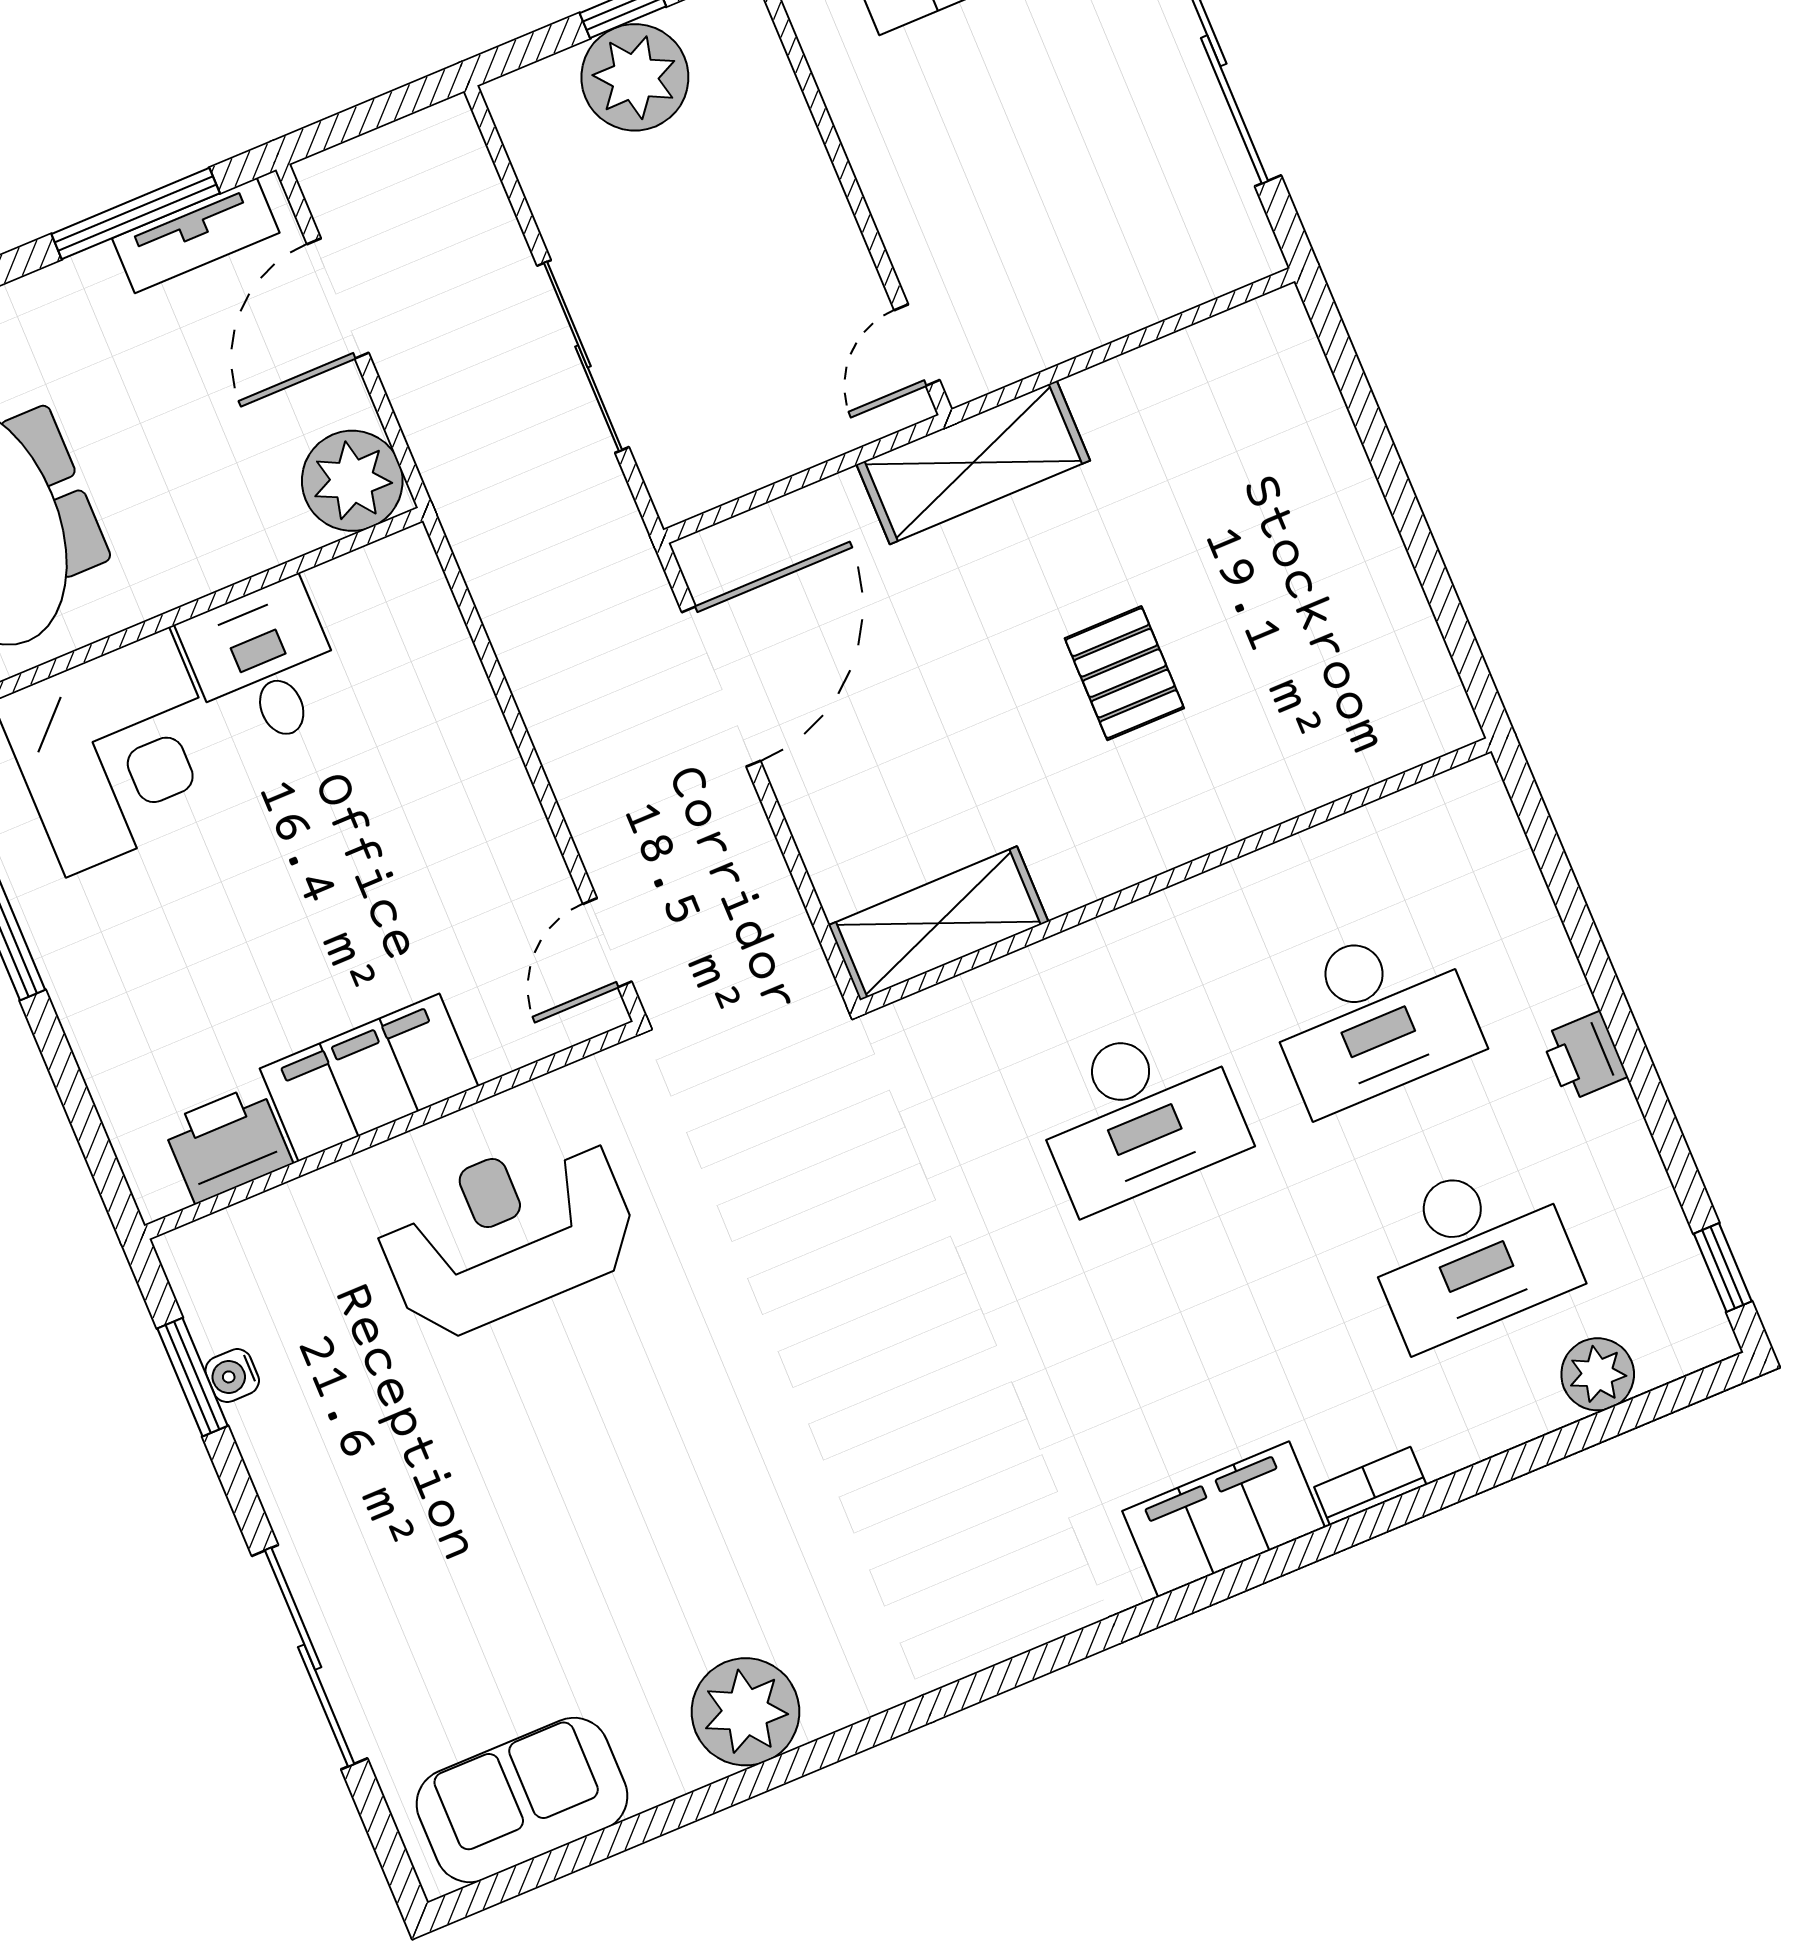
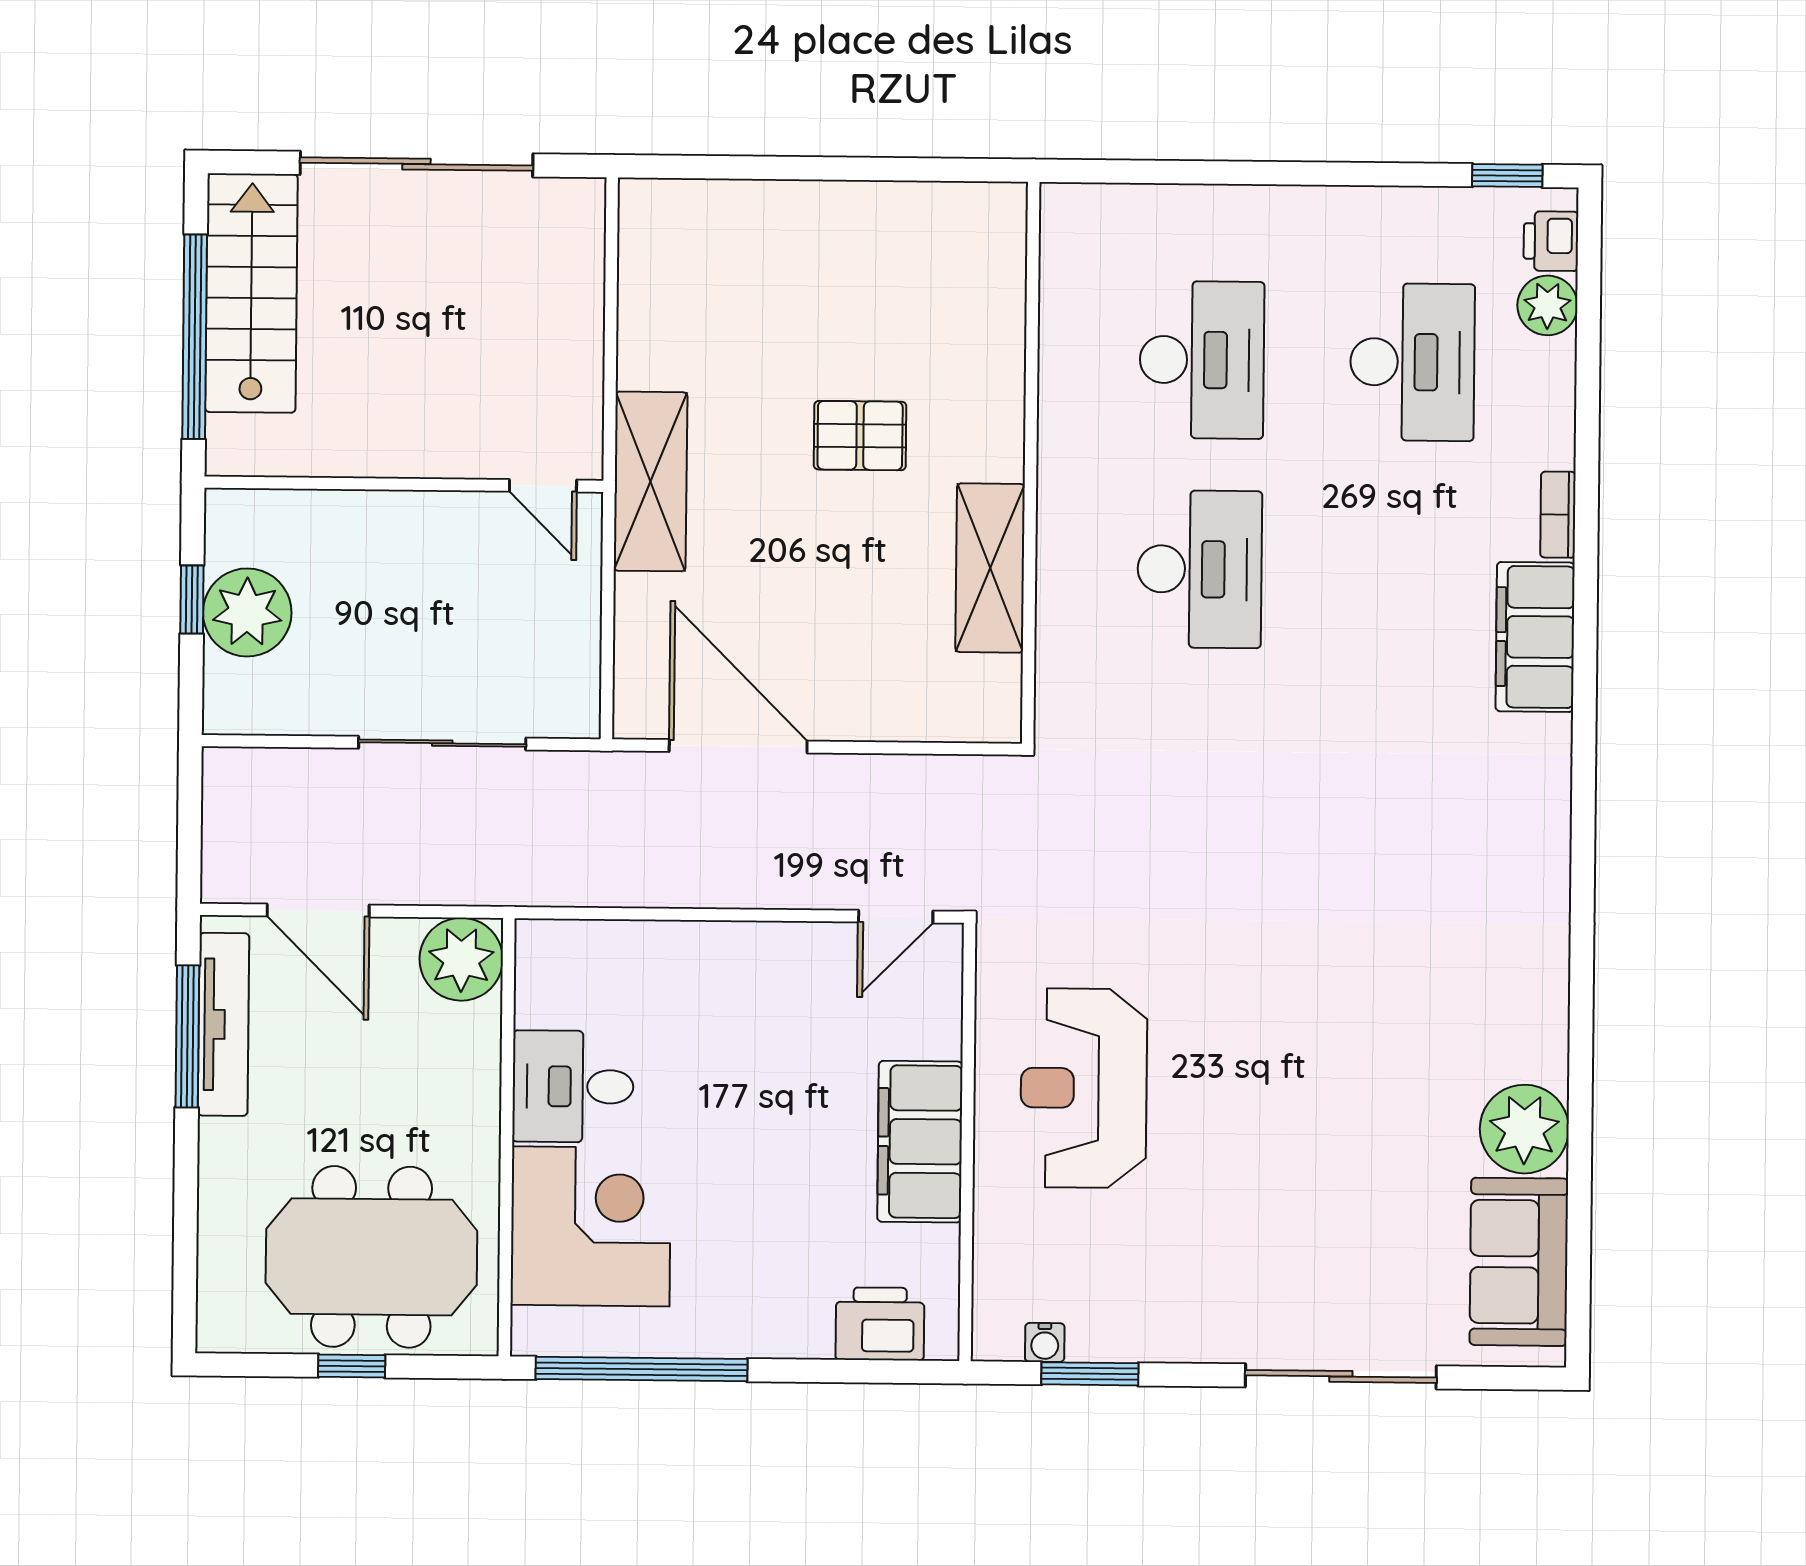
tv unit: (196, 236) -> (223, 1024), width x1.41
shelving: (938, 923) -> (990, 568), moved
door: (607, 943) -> (896, 917), hinge flipped
printer: (1584, 1056) -> (1551, 241), moved, turned 90
printer: (228, 1144) -> (880, 1324), moved, turned 90
water cooler: (232, 1376) -> (1045, 1342), moved
plant: (746, 1712) -> (1524, 1129), moved

